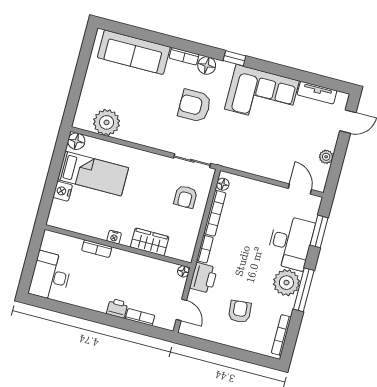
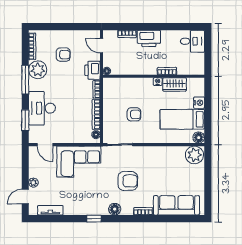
window: (234, 58) -> (94, 219), moved
floor lamp: (207, 65) -> (115, 209), moved
corner sofa: (262, 95) -> (79, 162), moved, turned 180
plant: (107, 122) -> (194, 155), moved
plant: (326, 157) -> (33, 183), moved
armchair: (186, 197) -> (134, 114), moved, turned 90
wardrobe: (150, 242) -> (174, 84), moved
desk: (50, 276) -> (192, 41), width x0.73
plant: (286, 283) -> (38, 70), moved
printer: (117, 308) -> (149, 38), width x1.87, depth x1.48
armchair: (240, 312) -> (63, 55), turned -84

